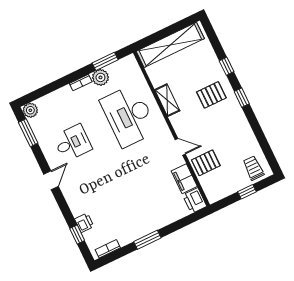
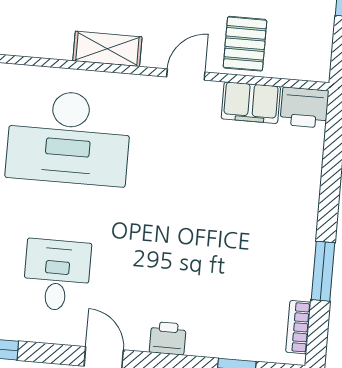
shelving: (167, 100) -> (107, 49), moved
printer: (84, 223) -> (168, 338), moved
window: (147, 240) -> (323, 271), moved

